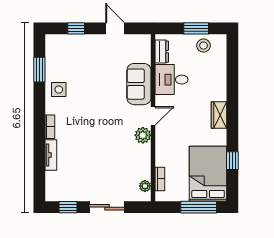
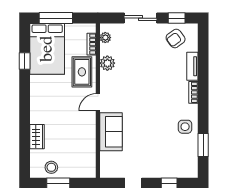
dresser: (162, 52) -> (90, 162), removed
desk: (172, 80) -> (81, 136), removed
wardrobe: (219, 115) -> (37, 137), moved
plant: (143, 135) -> (107, 63), moved
rug: (170, 149) -> (82, 72), added
armchair: (69, 185) -> (176, 39), added

